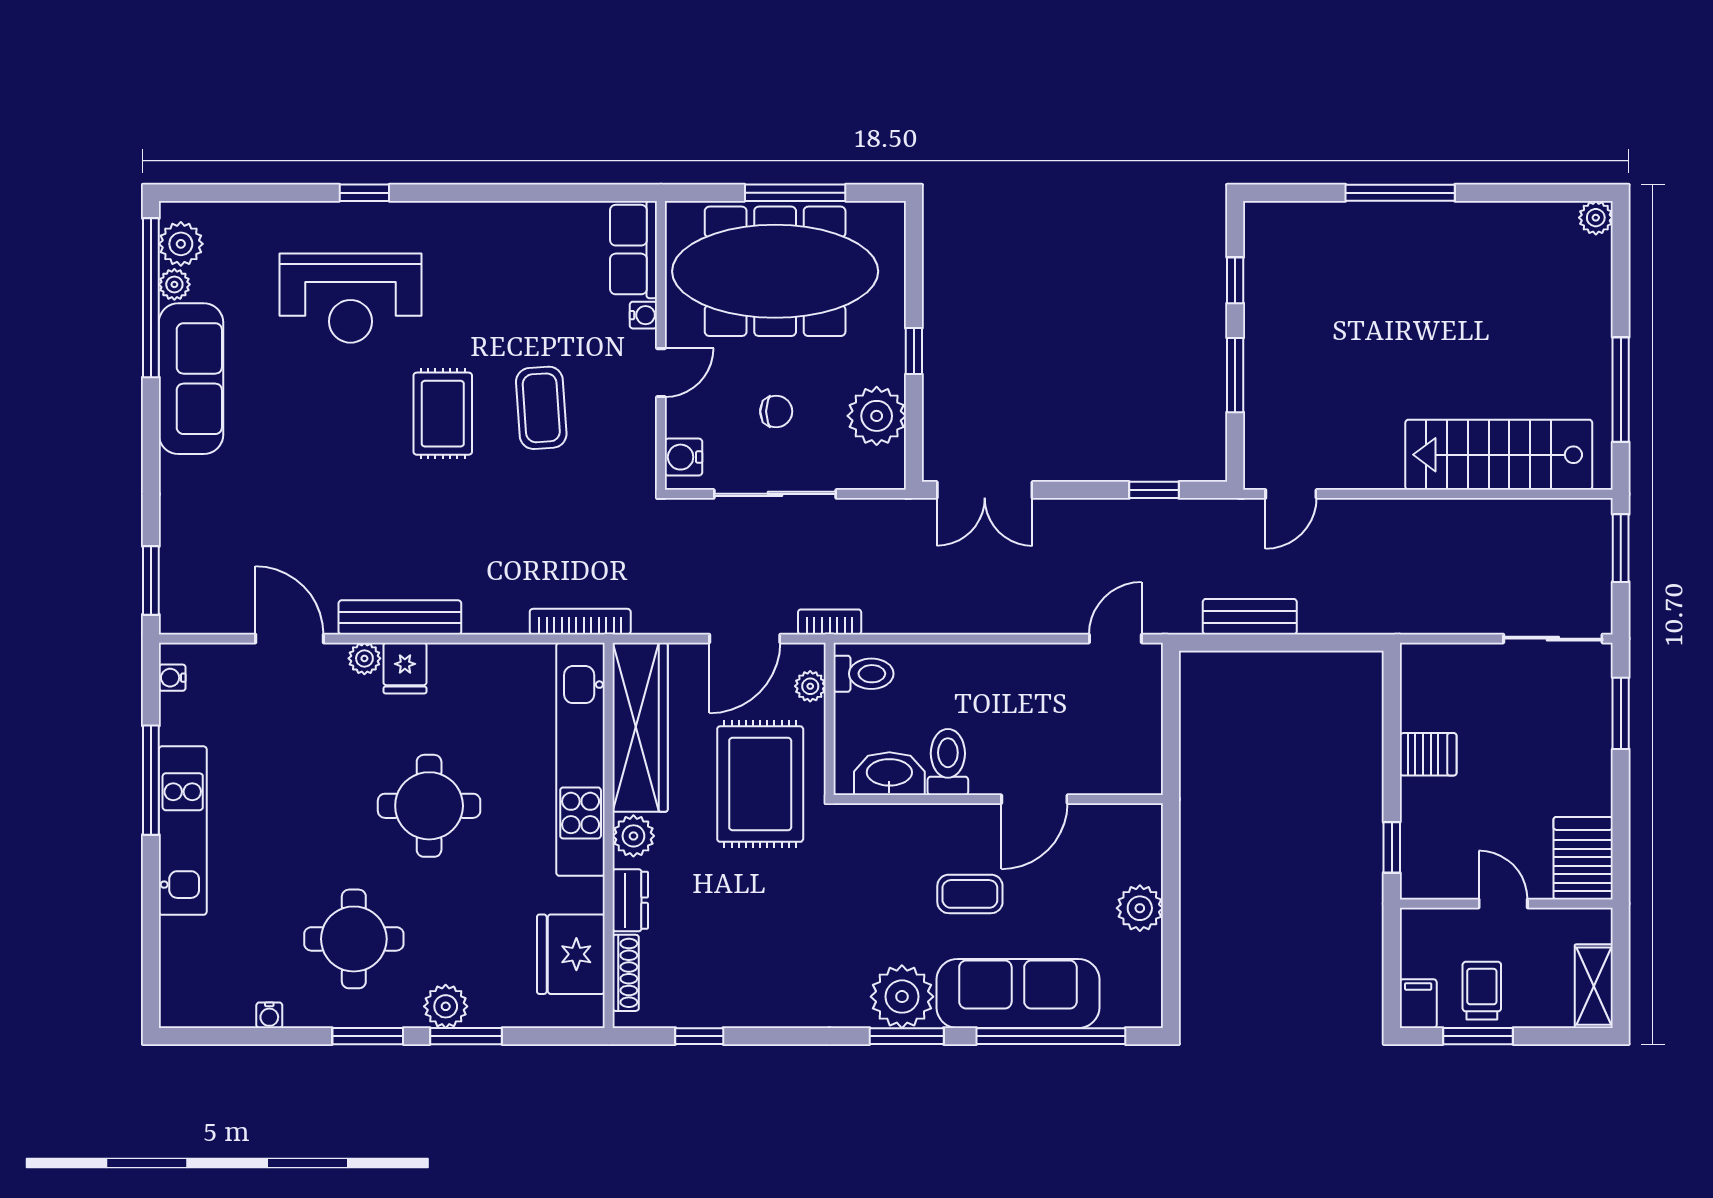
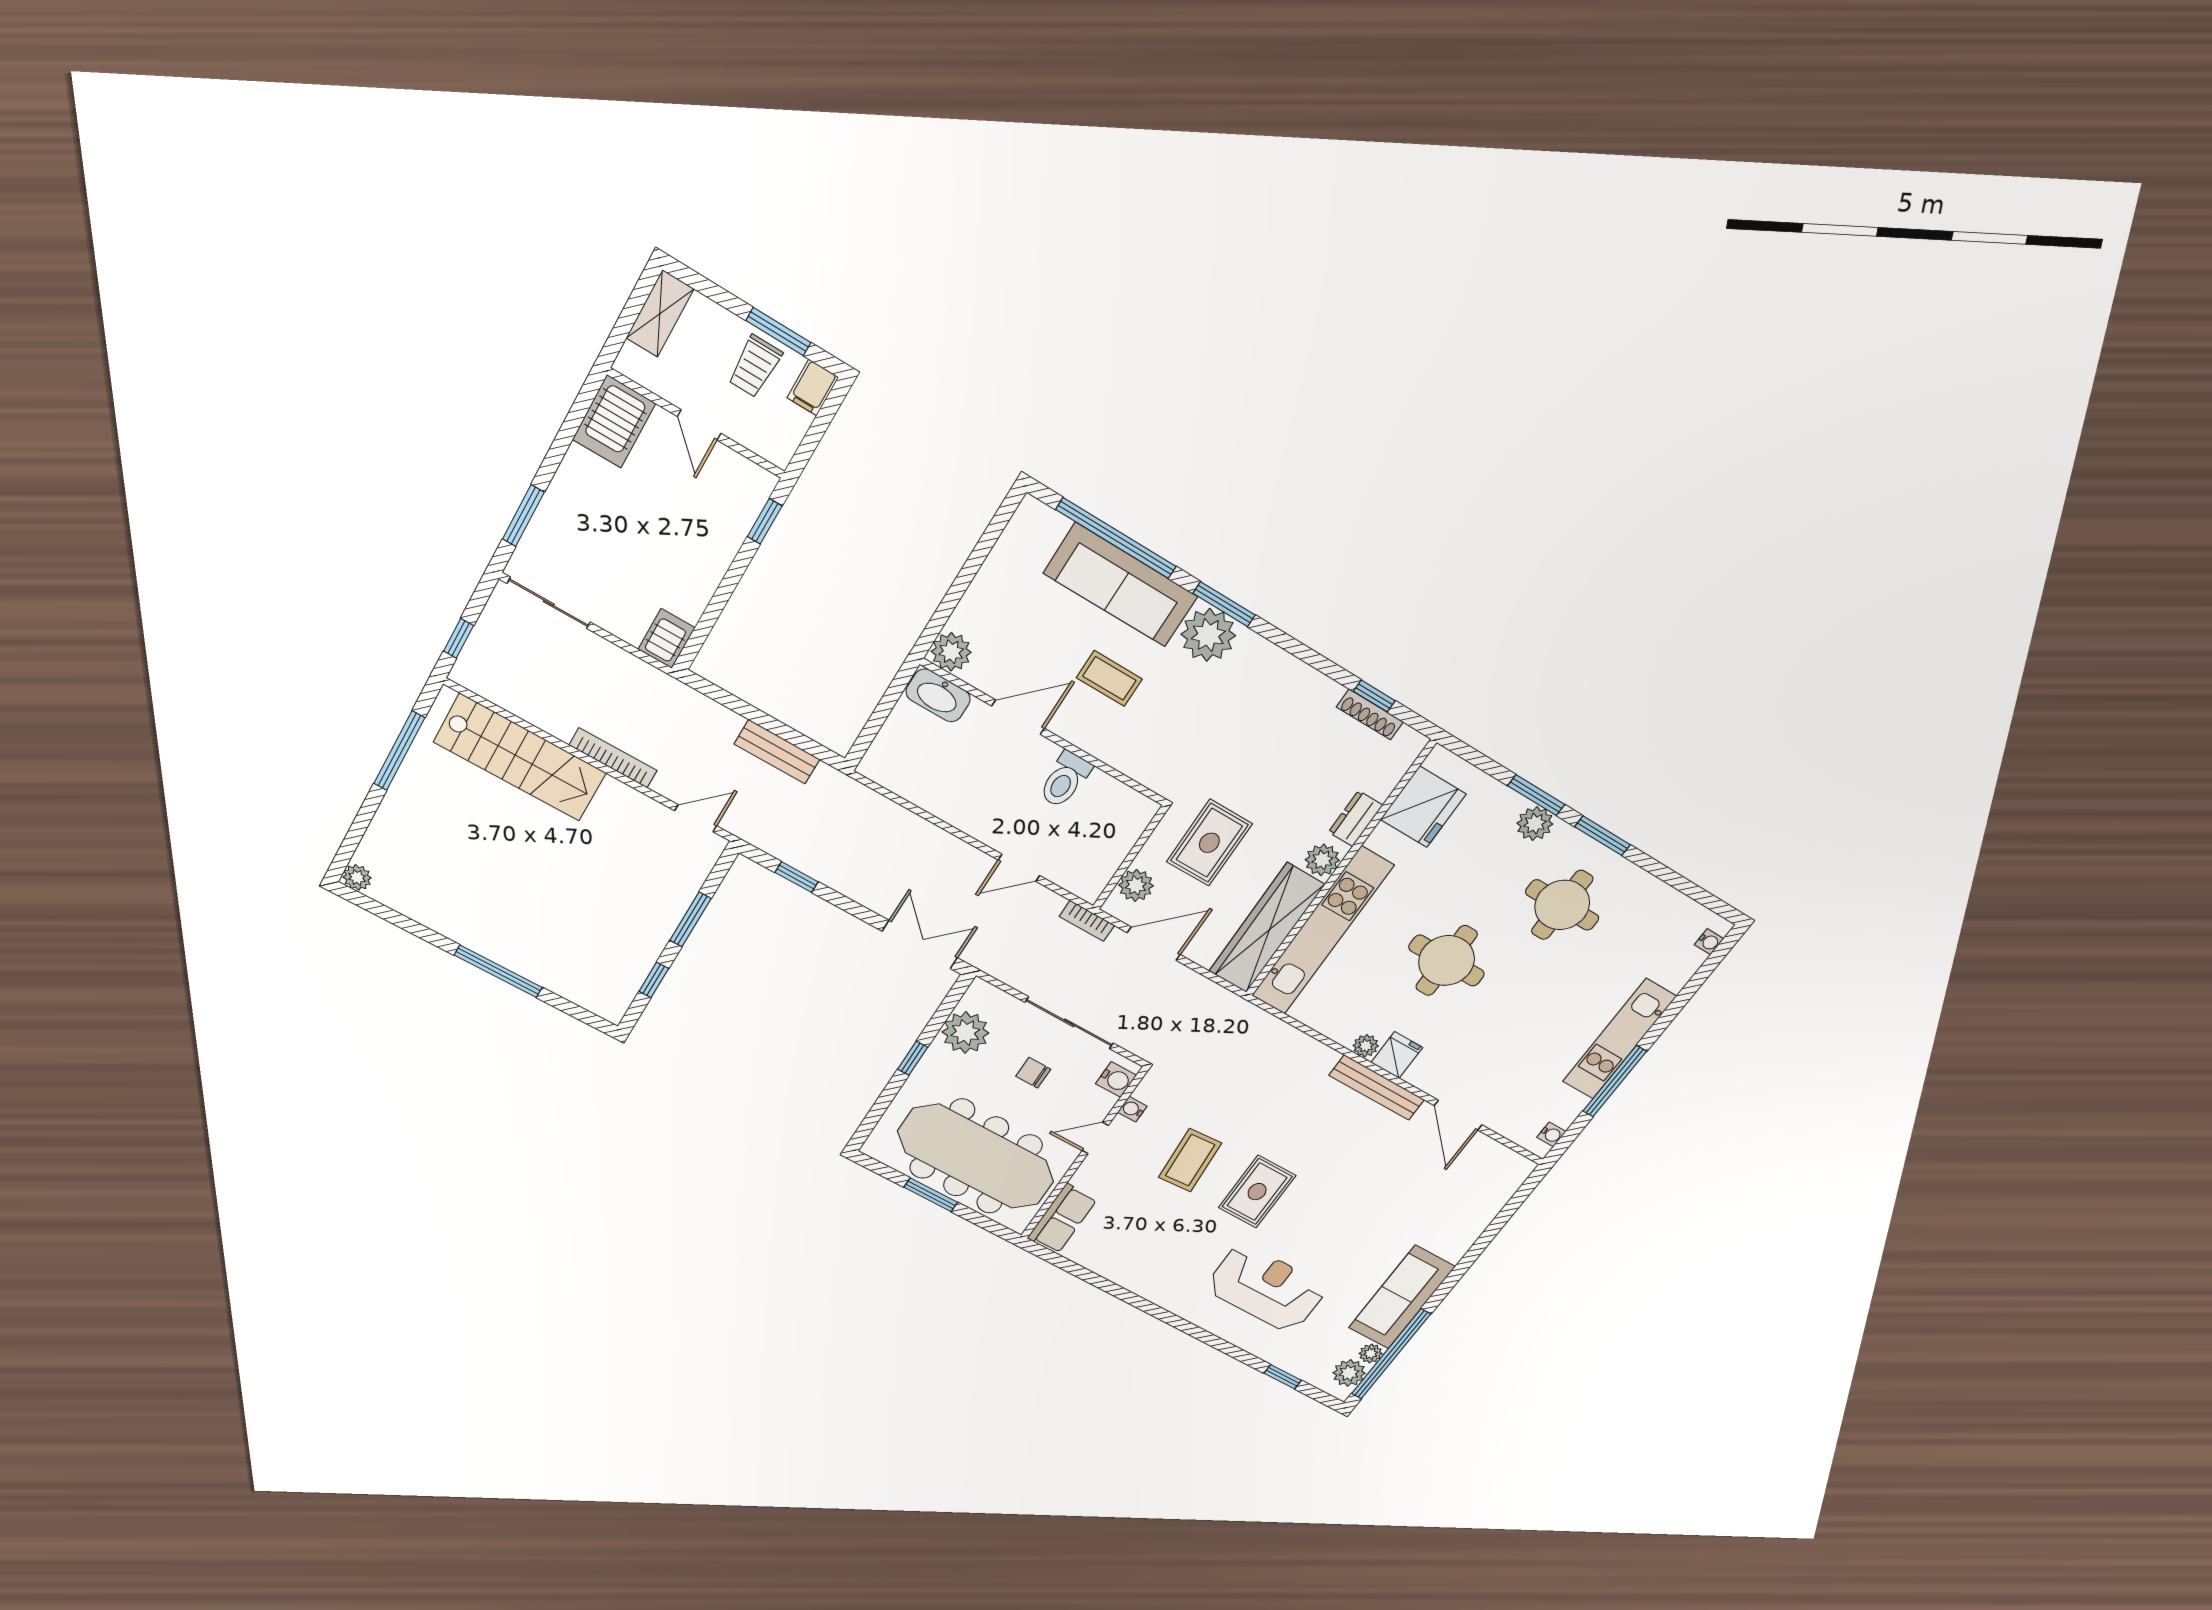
window: (364, 193) -> (1283, 1377), moved
window: (795, 193) -> (931, 1195), width x0.69
water cooler: (643, 315) -> (1132, 1109), moved
window: (1621, 548) -> (459, 638), width x0.67
window: (151, 580) -> (1519, 1198), removed
bookcase: (580, 622) -> (613, 758), moved, turned 180
door: (1115, 639) -> (1019, 868), moved
plant: (364, 658) -> (1366, 1046), moved
toilet: (864, 674) -> (1086, 874), removed
plant: (810, 686) -> (1136, 885), width x1.38, depth x1.38
server rack: (1428, 754) -> (666, 638), moved, turned 90
washbasin: (889, 774) -> (938, 695), moved
rug: (760, 784) -> (1209, 843), width x0.73, depth x0.70
plant: (1140, 908) -> (951, 652), moved
shoe rack: (626, 973) -> (1370, 715), moved, turned -90
water cooler: (269, 1015) -> (1709, 942), moved, turned 90

